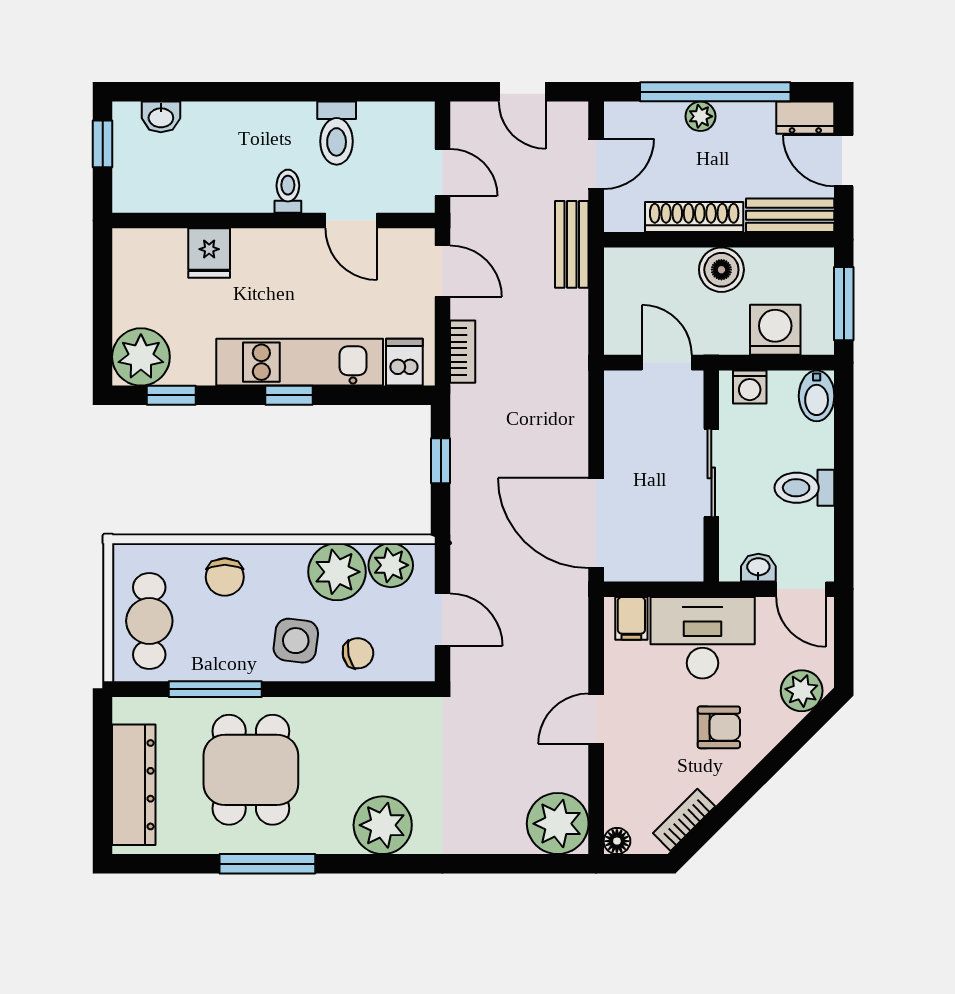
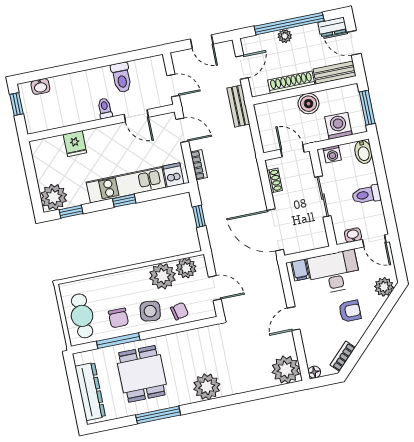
shoe rack: (616, 418) -> (275, 180), added
chair: (225, 577) -> (118, 318), moved

